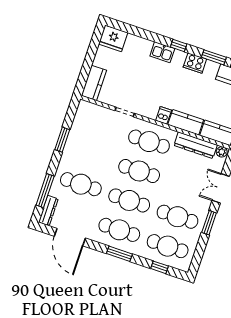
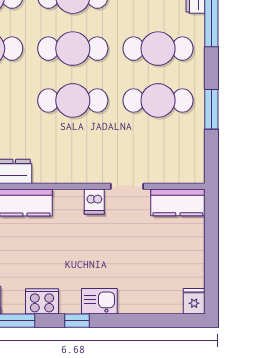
fridge: (113, 38) -> (194, 301), width x0.53, depth x0.75
kitchen counter: (94, 83) -> (178, 202), moved, turned -90
dishwasher: (164, 115) -> (94, 202), moved
cafe table: (149, 142) -> (158, 100), moved

